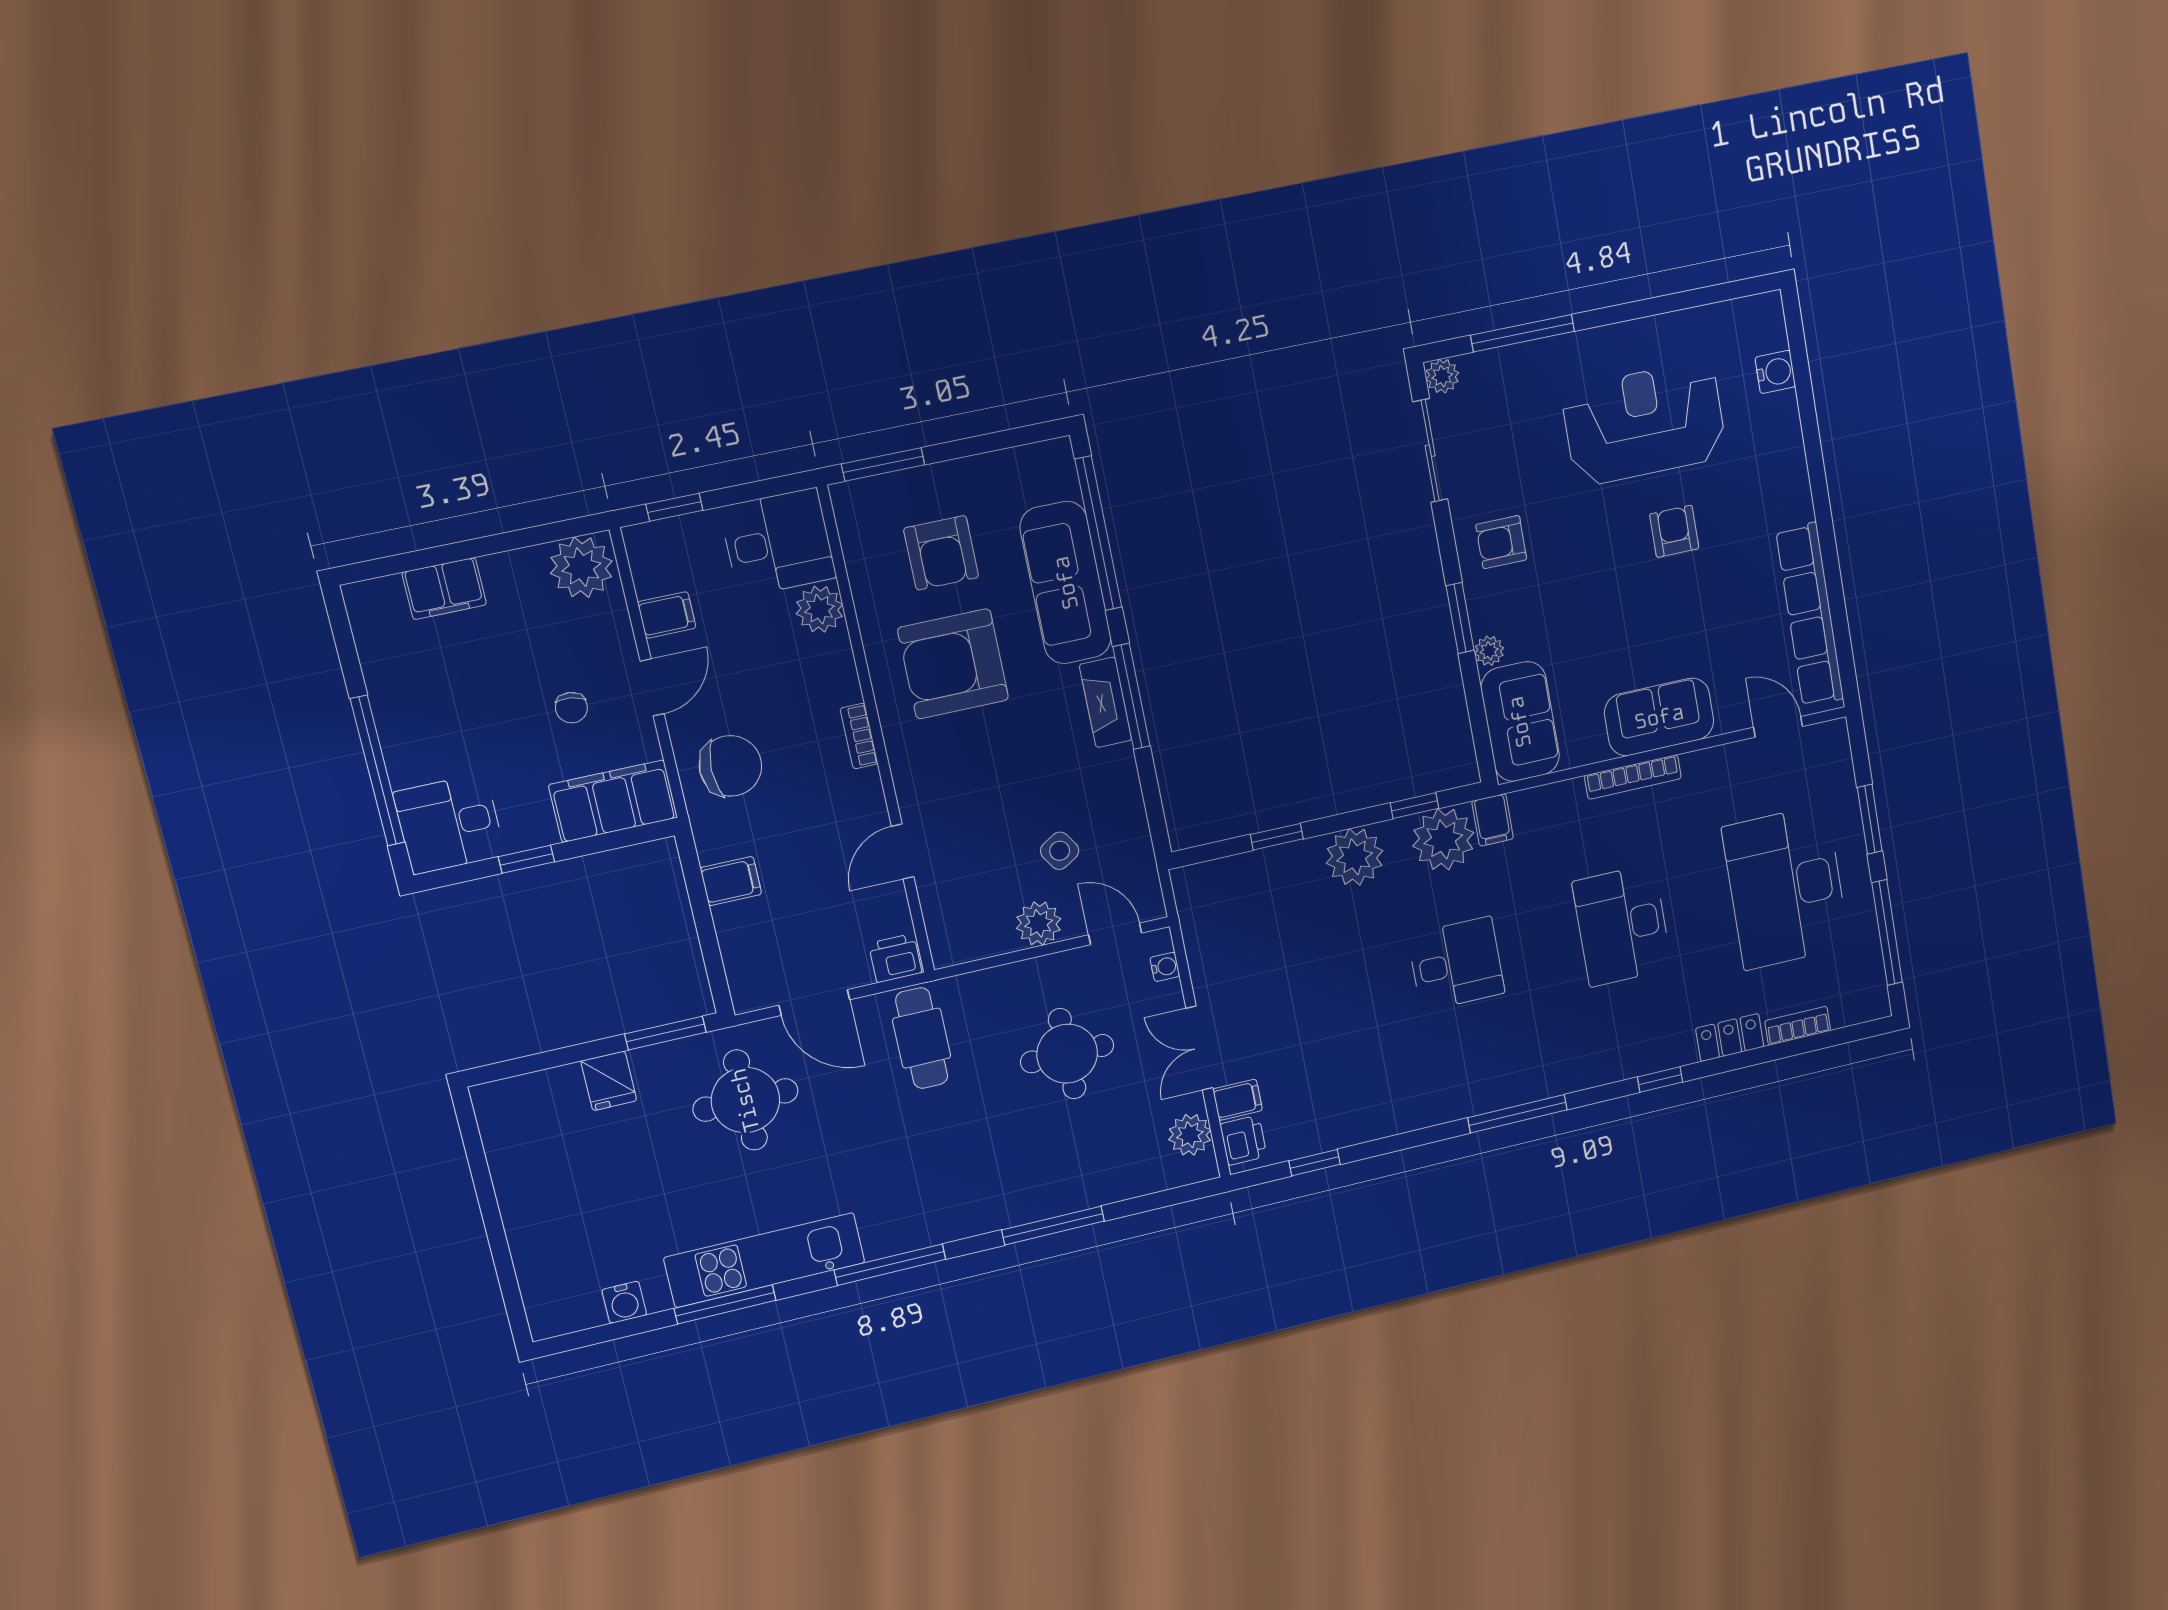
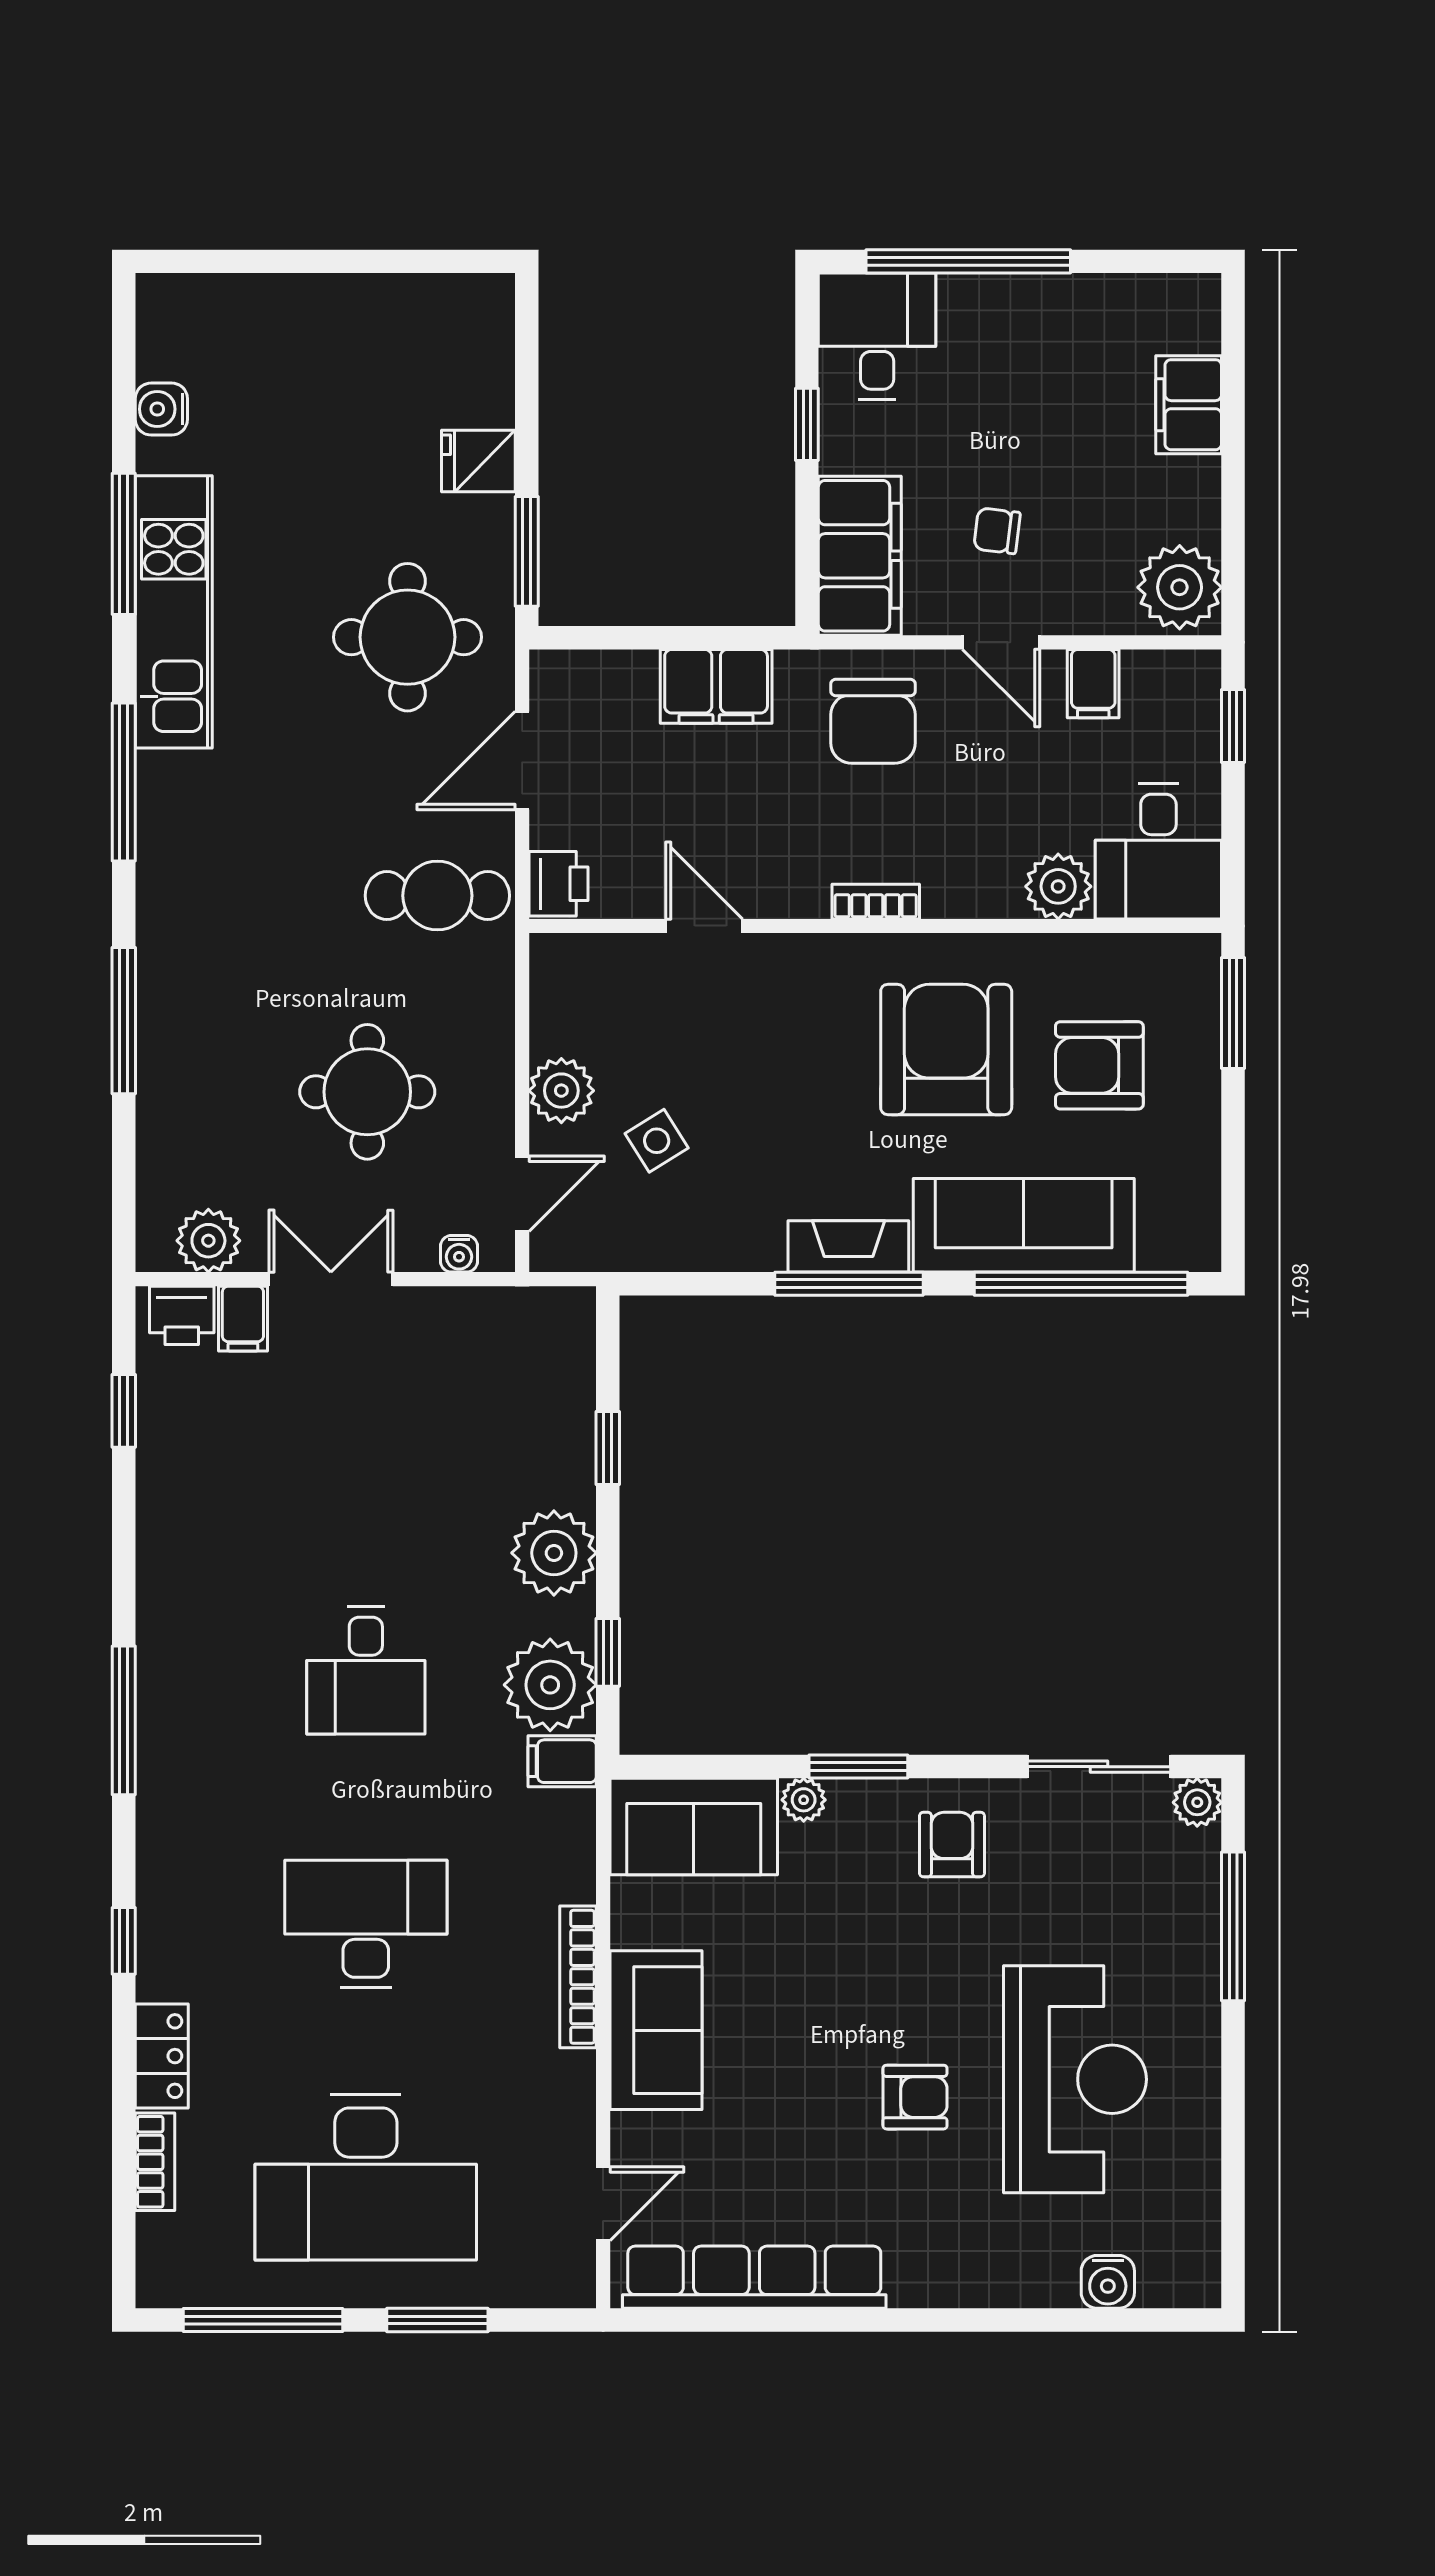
filing cabinet: (731, 881) -> (716, 686), width x2.00
desk: (1786, 887) -> (366, 2177), turned 180

